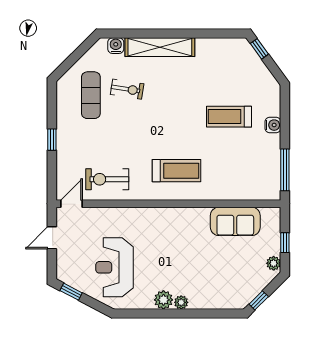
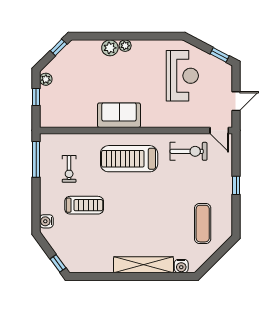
exercise bike: (127, 89) -> (69, 169), moved, turned -99
water cooler: (273, 125) -> (46, 221), moved
treadmill: (177, 171) -> (129, 159), width x1.37, depth x1.38
door: (72, 204) -> (219, 130), hinge flipped
sofa: (235, 221) -> (119, 115), moved
plant: (163, 300) -> (110, 48), moved

